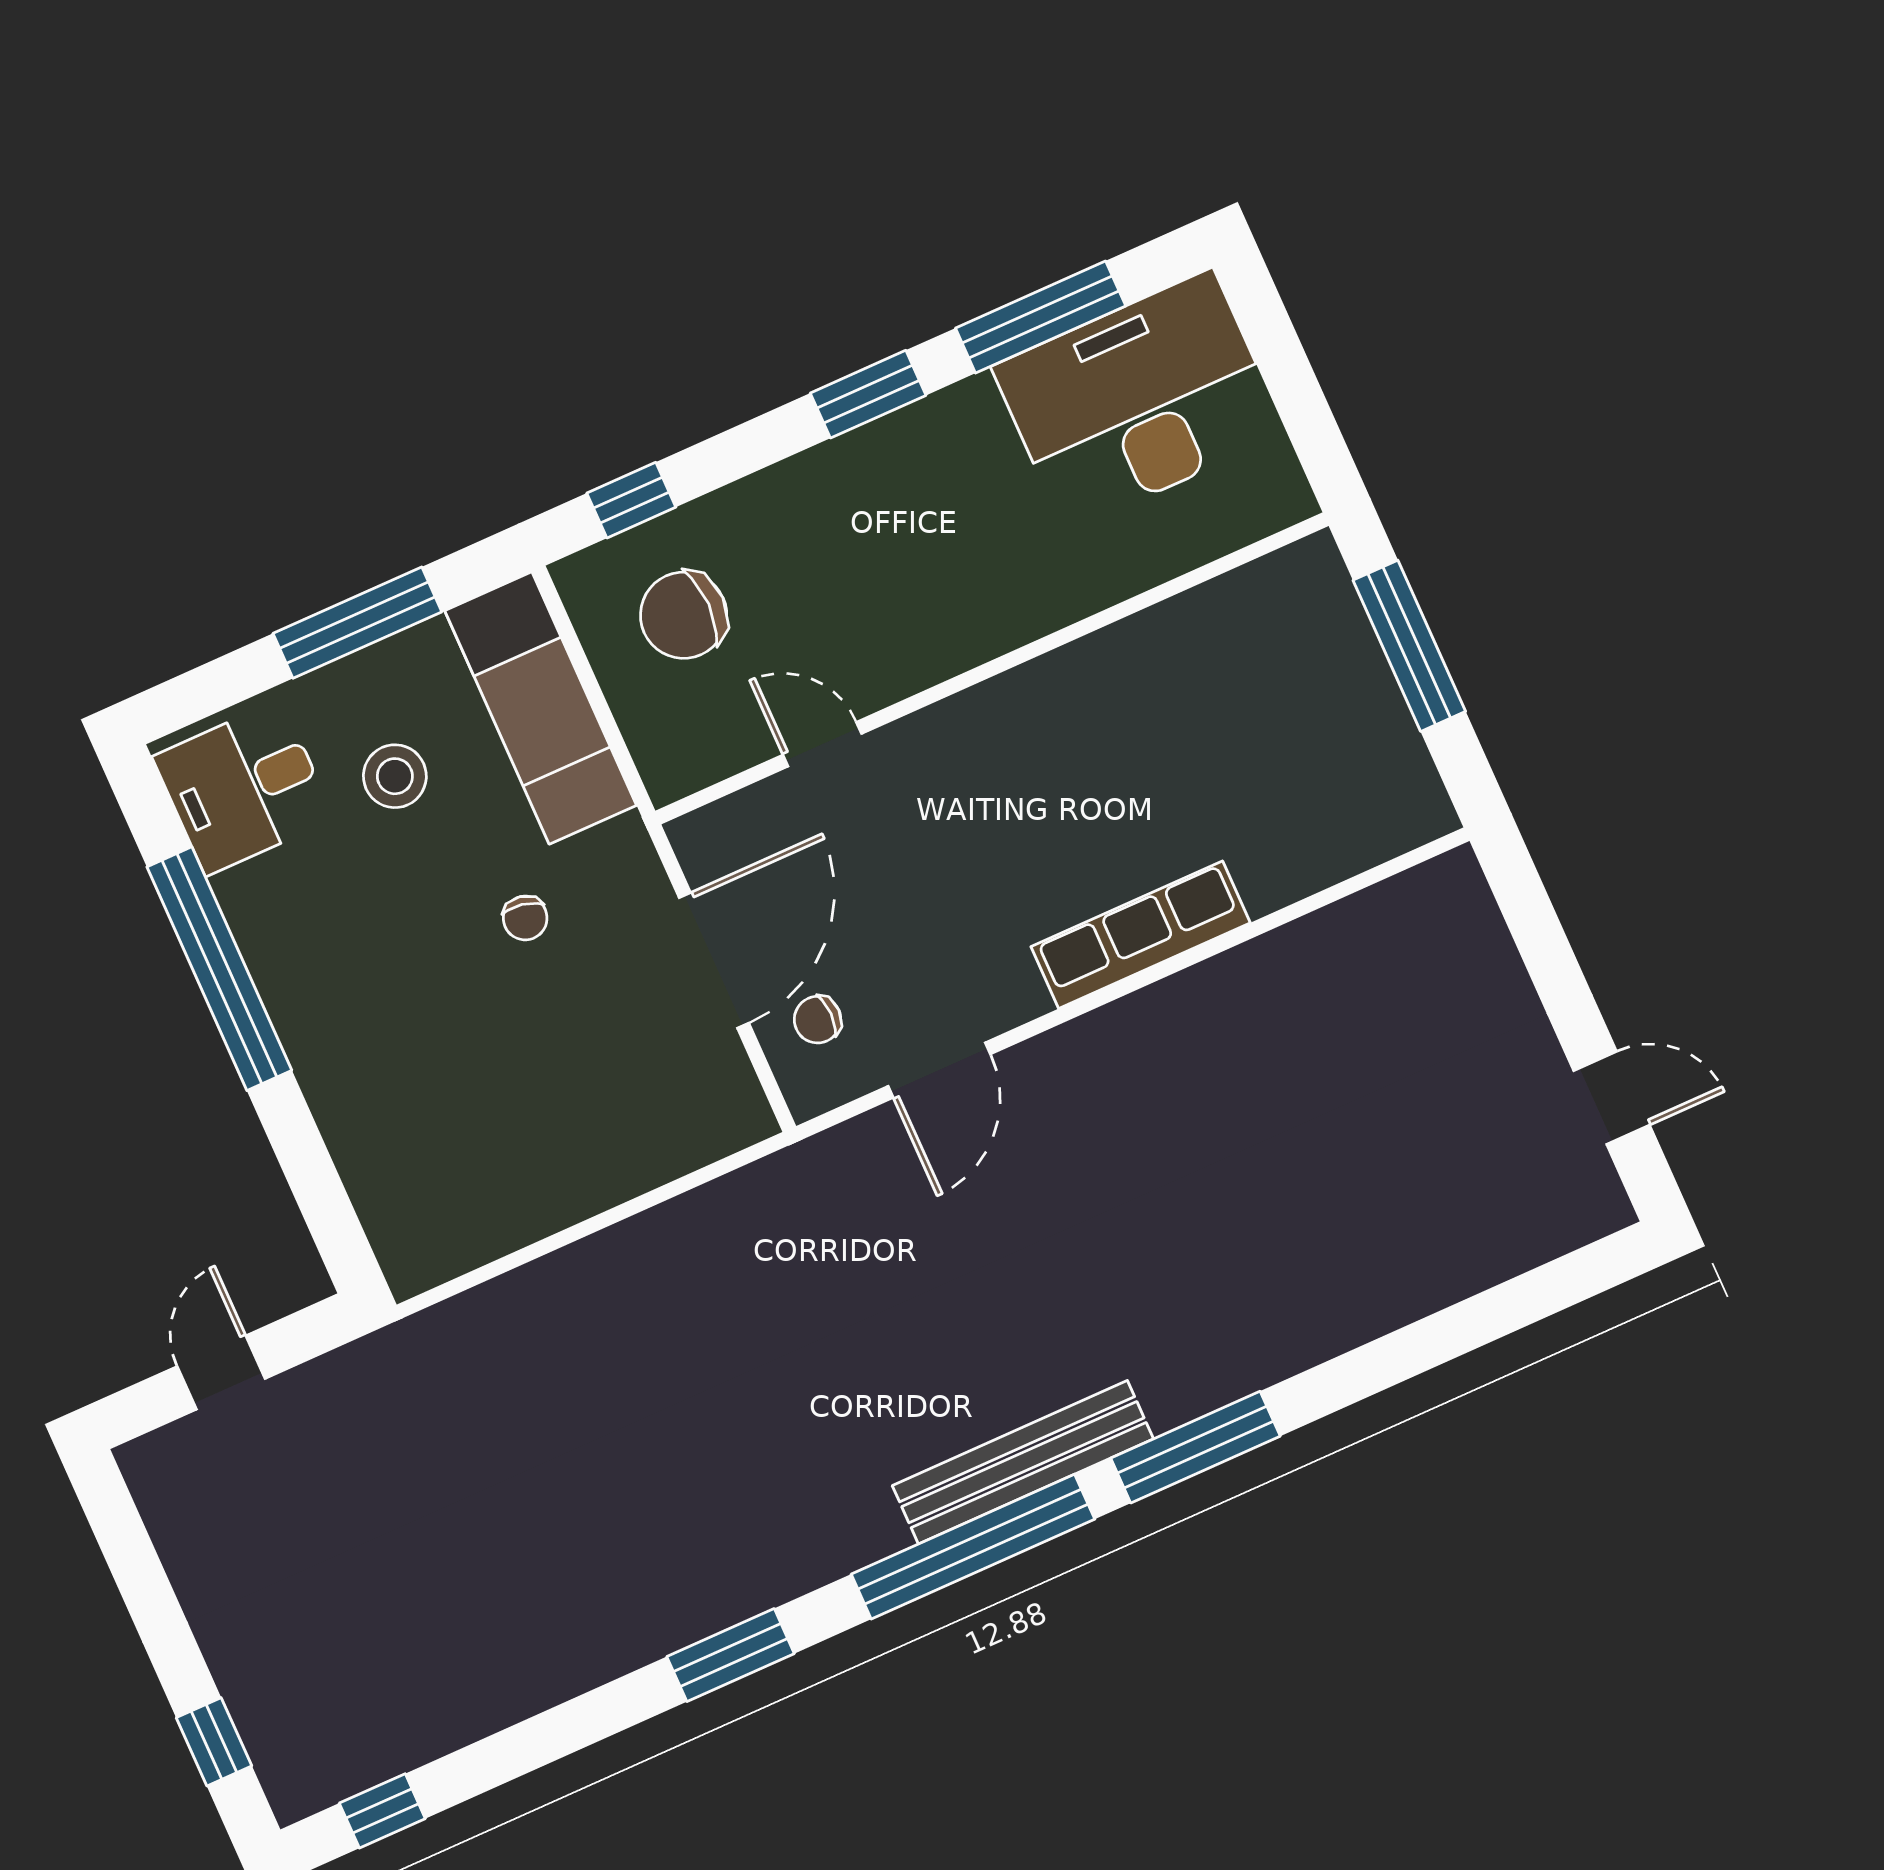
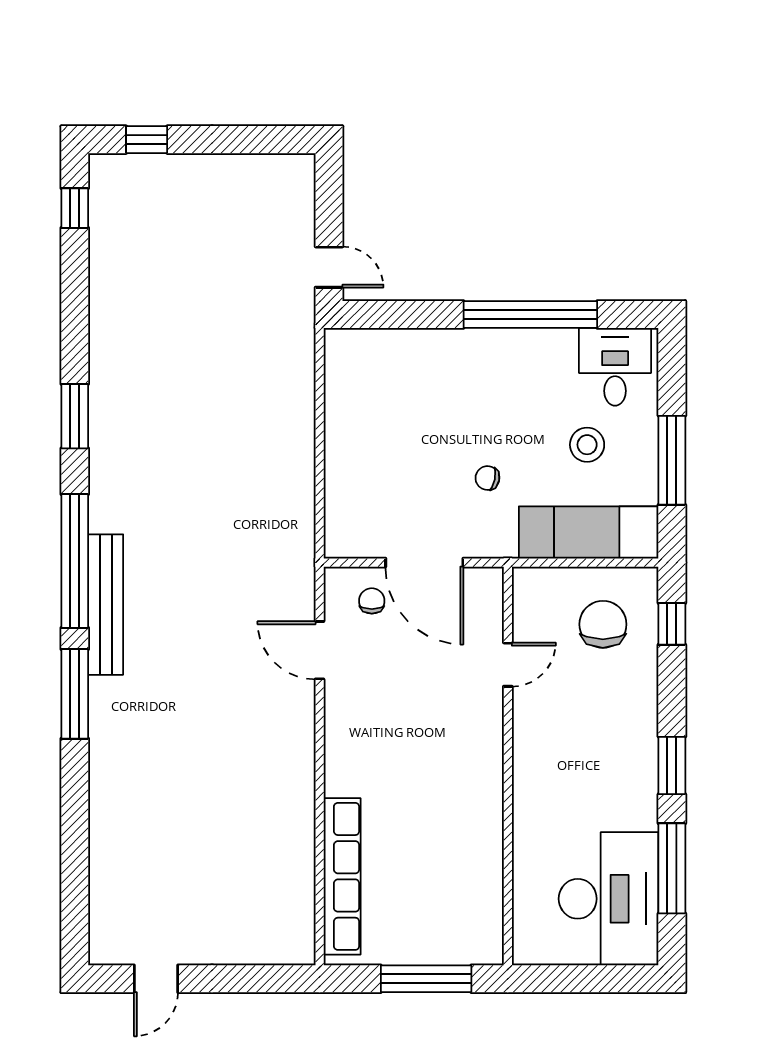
row of seats: (1141, 935) -> (342, 876), moved, width x1.36
door: (221, 1372) -> (329, 267), moved

